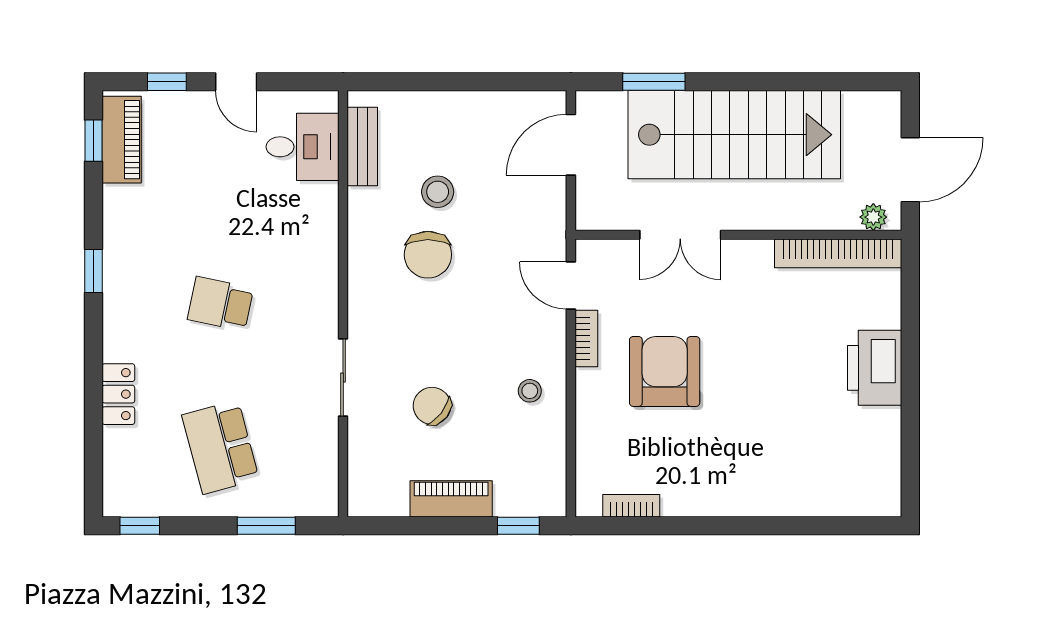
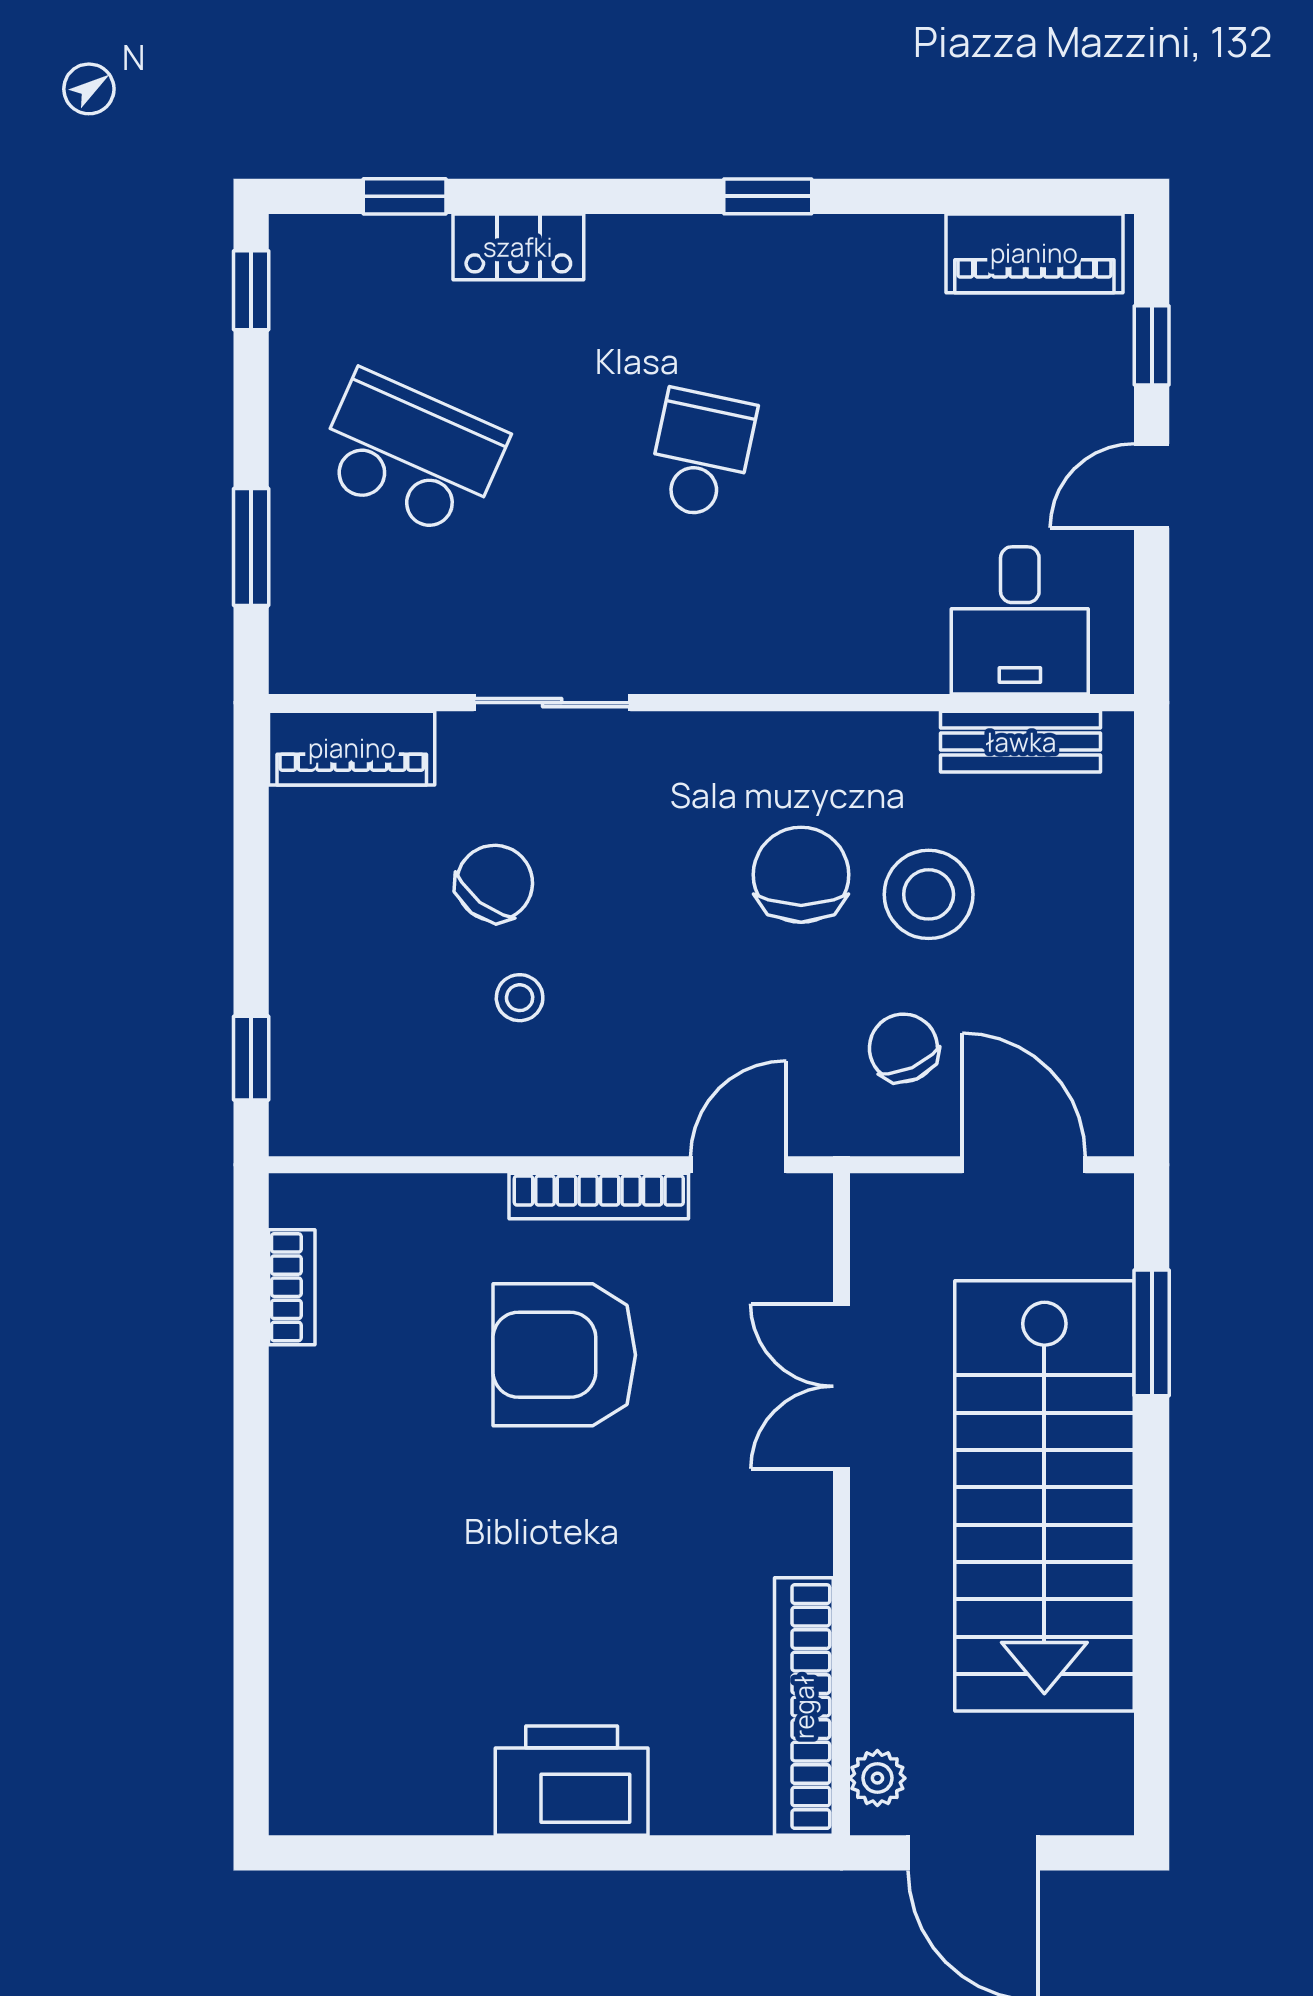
window: (93, 141) -> (405, 196), moved
stool: (438, 192) -> (929, 894), width x1.38, depth x1.38
chair: (513, 204) -> (903, 1048), added
chair: (428, 255) -> (801, 875), turned 90
bookcase: (586, 339) -> (599, 1196), width x1.56
armchair: (665, 371) -> (564, 1355), turned 180
stool: (530, 391) -> (520, 998), moved
school desk: (220, 447) -> (411, 454), turned 39
piano: (451, 499) -> (352, 748), moved, turned 90

